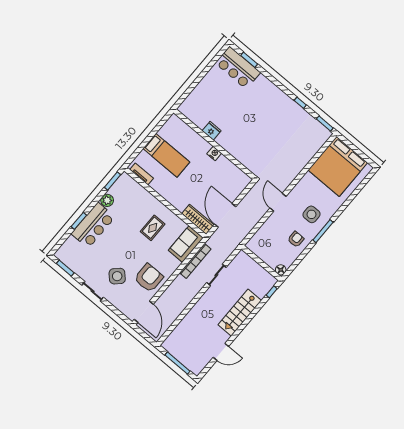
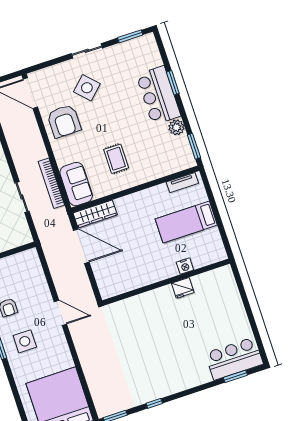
nightstand: (214, 153) -> (185, 266), moved

